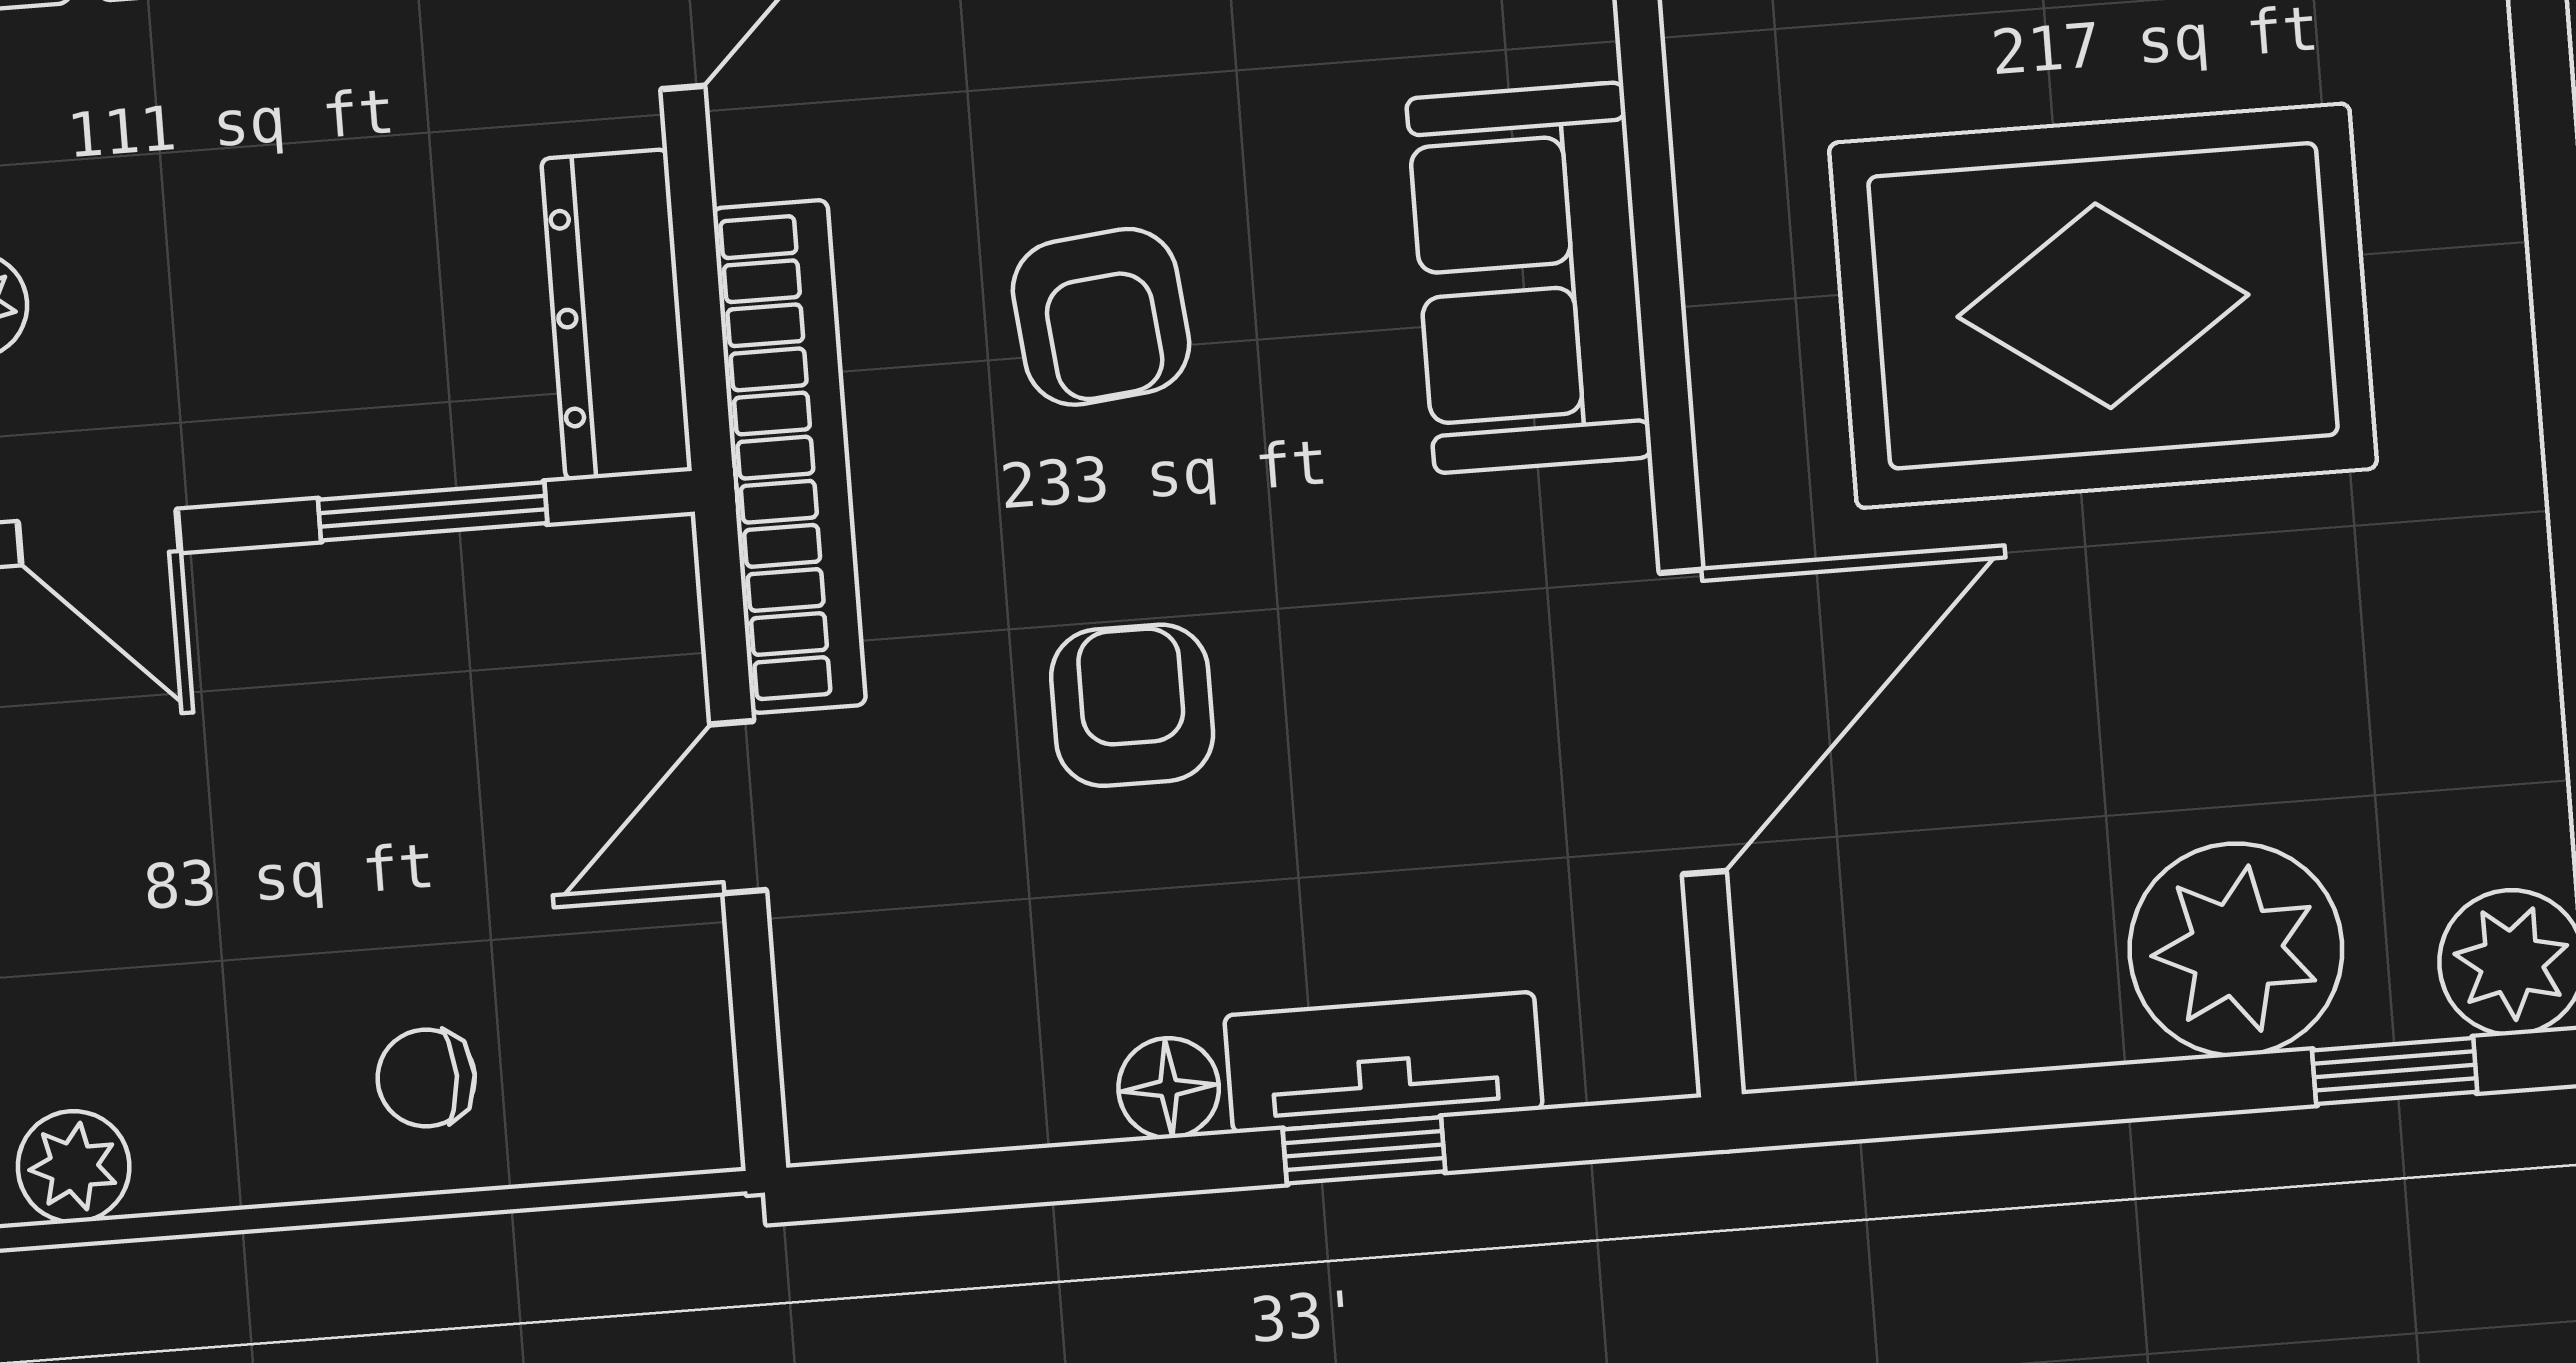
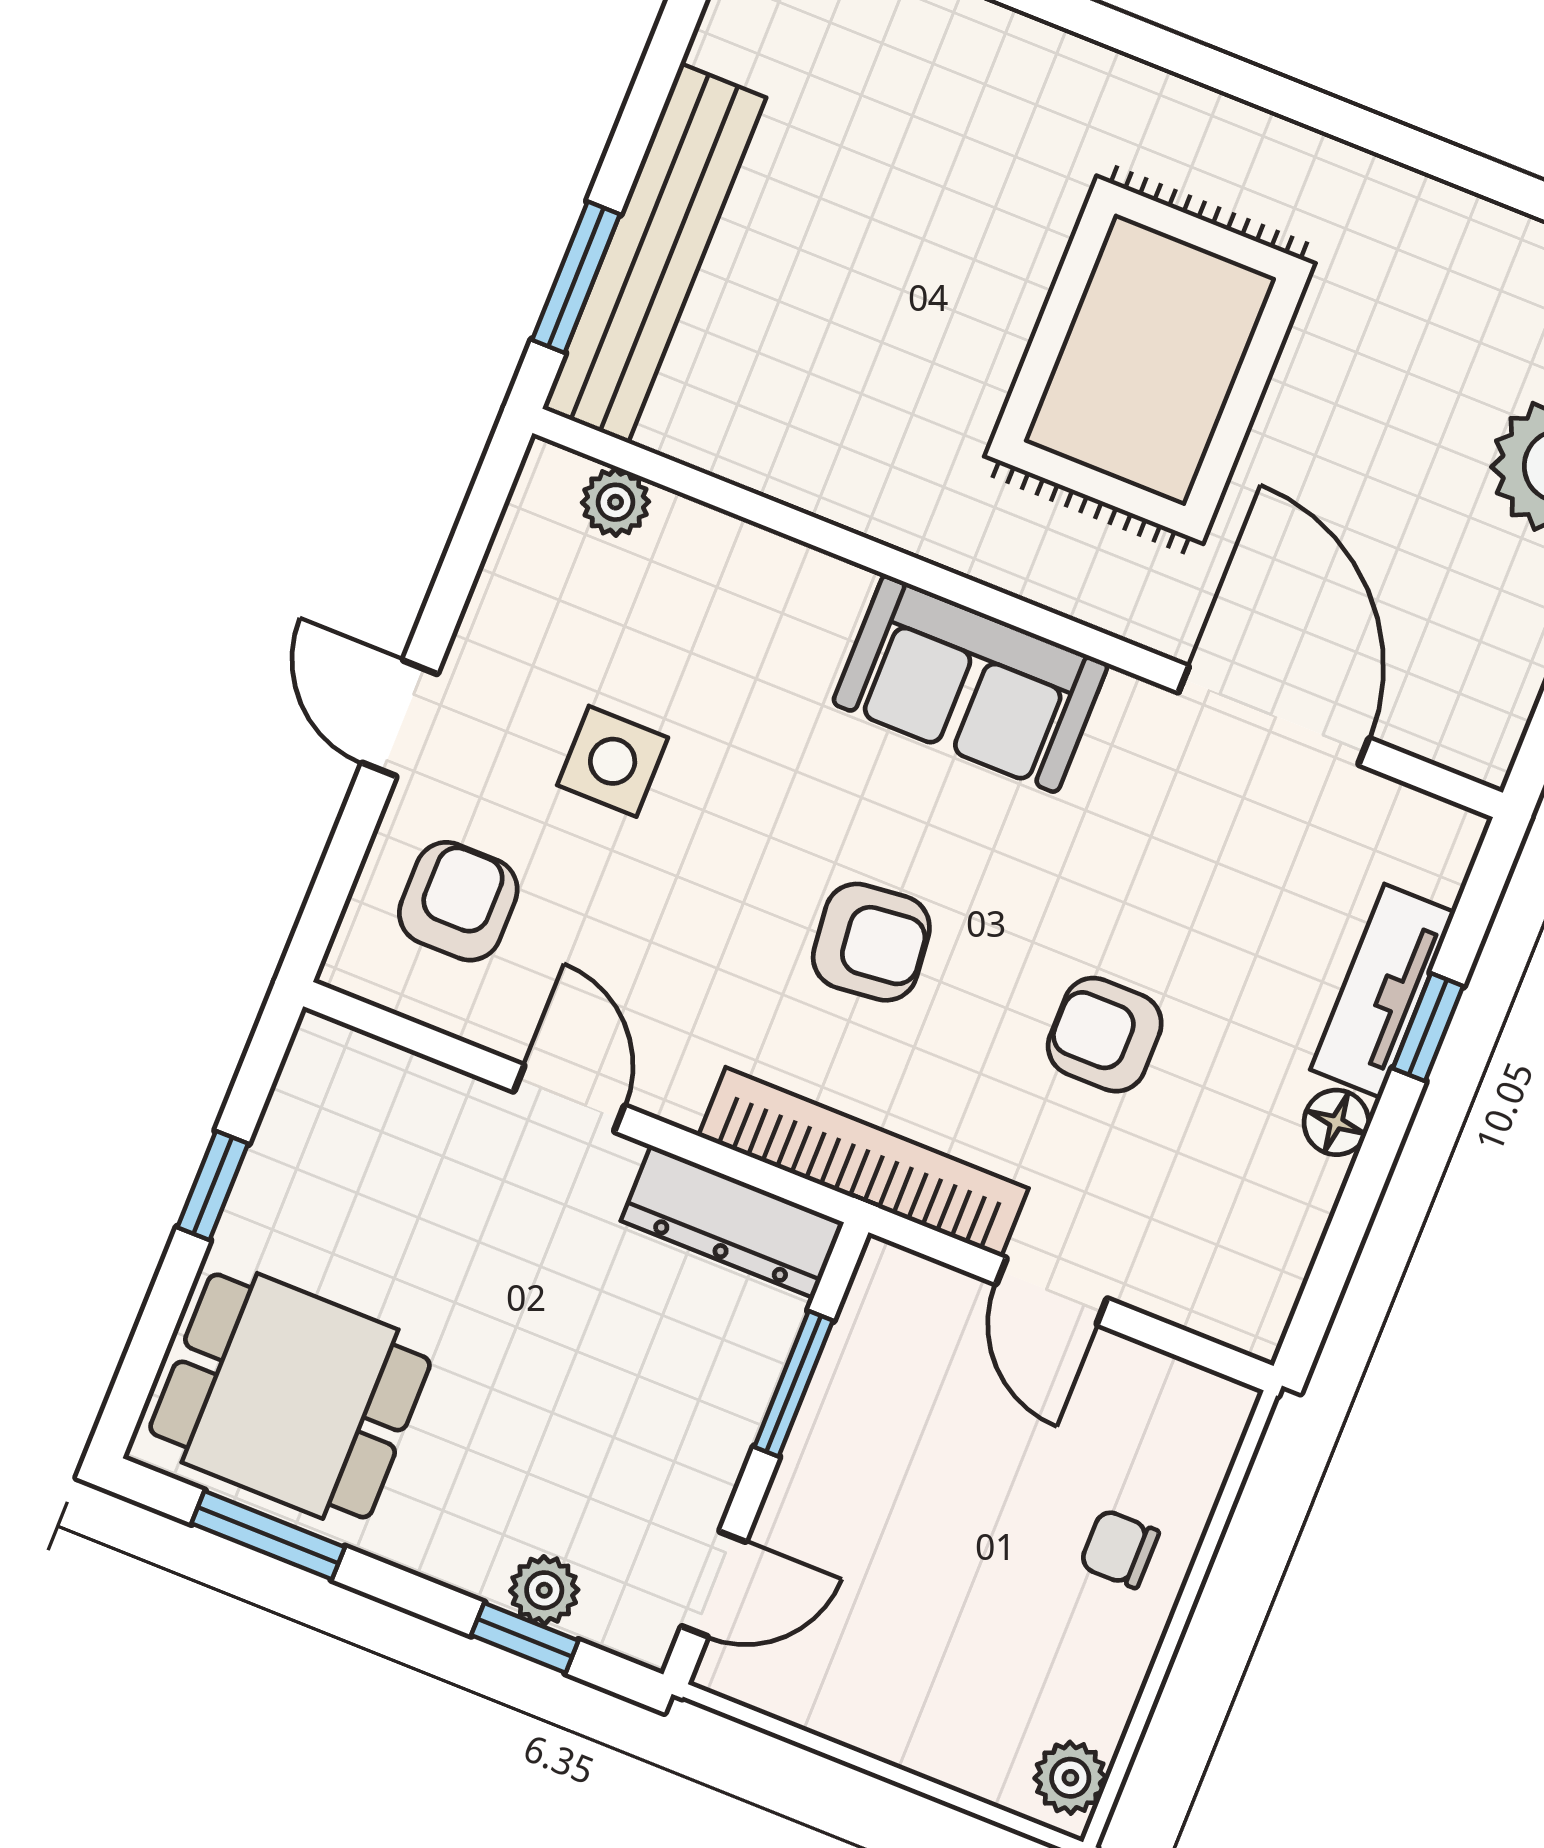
chair: (426, 1078) -> (1119, 1549), turned 90

